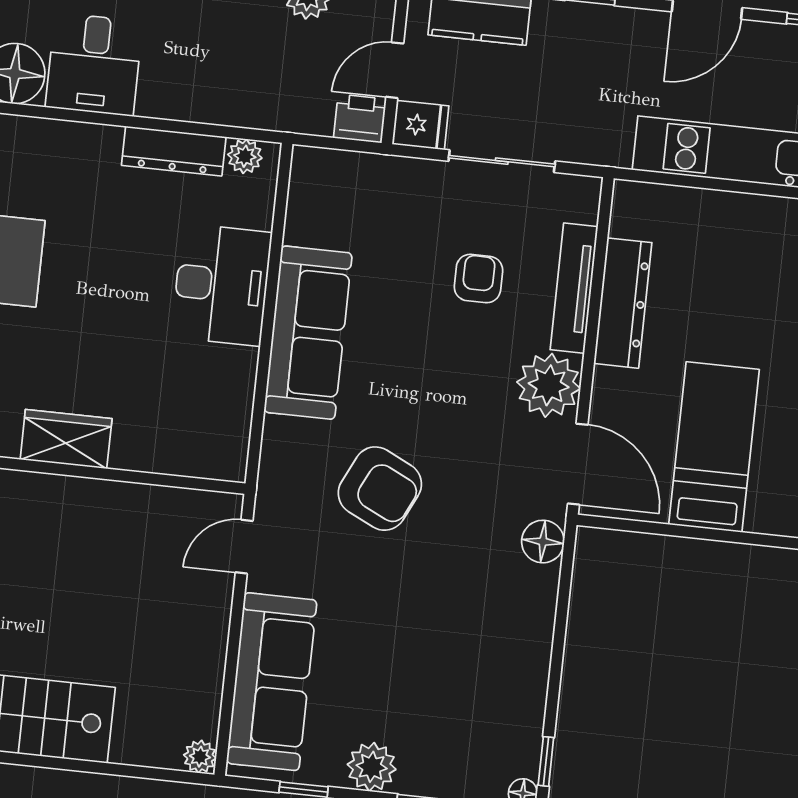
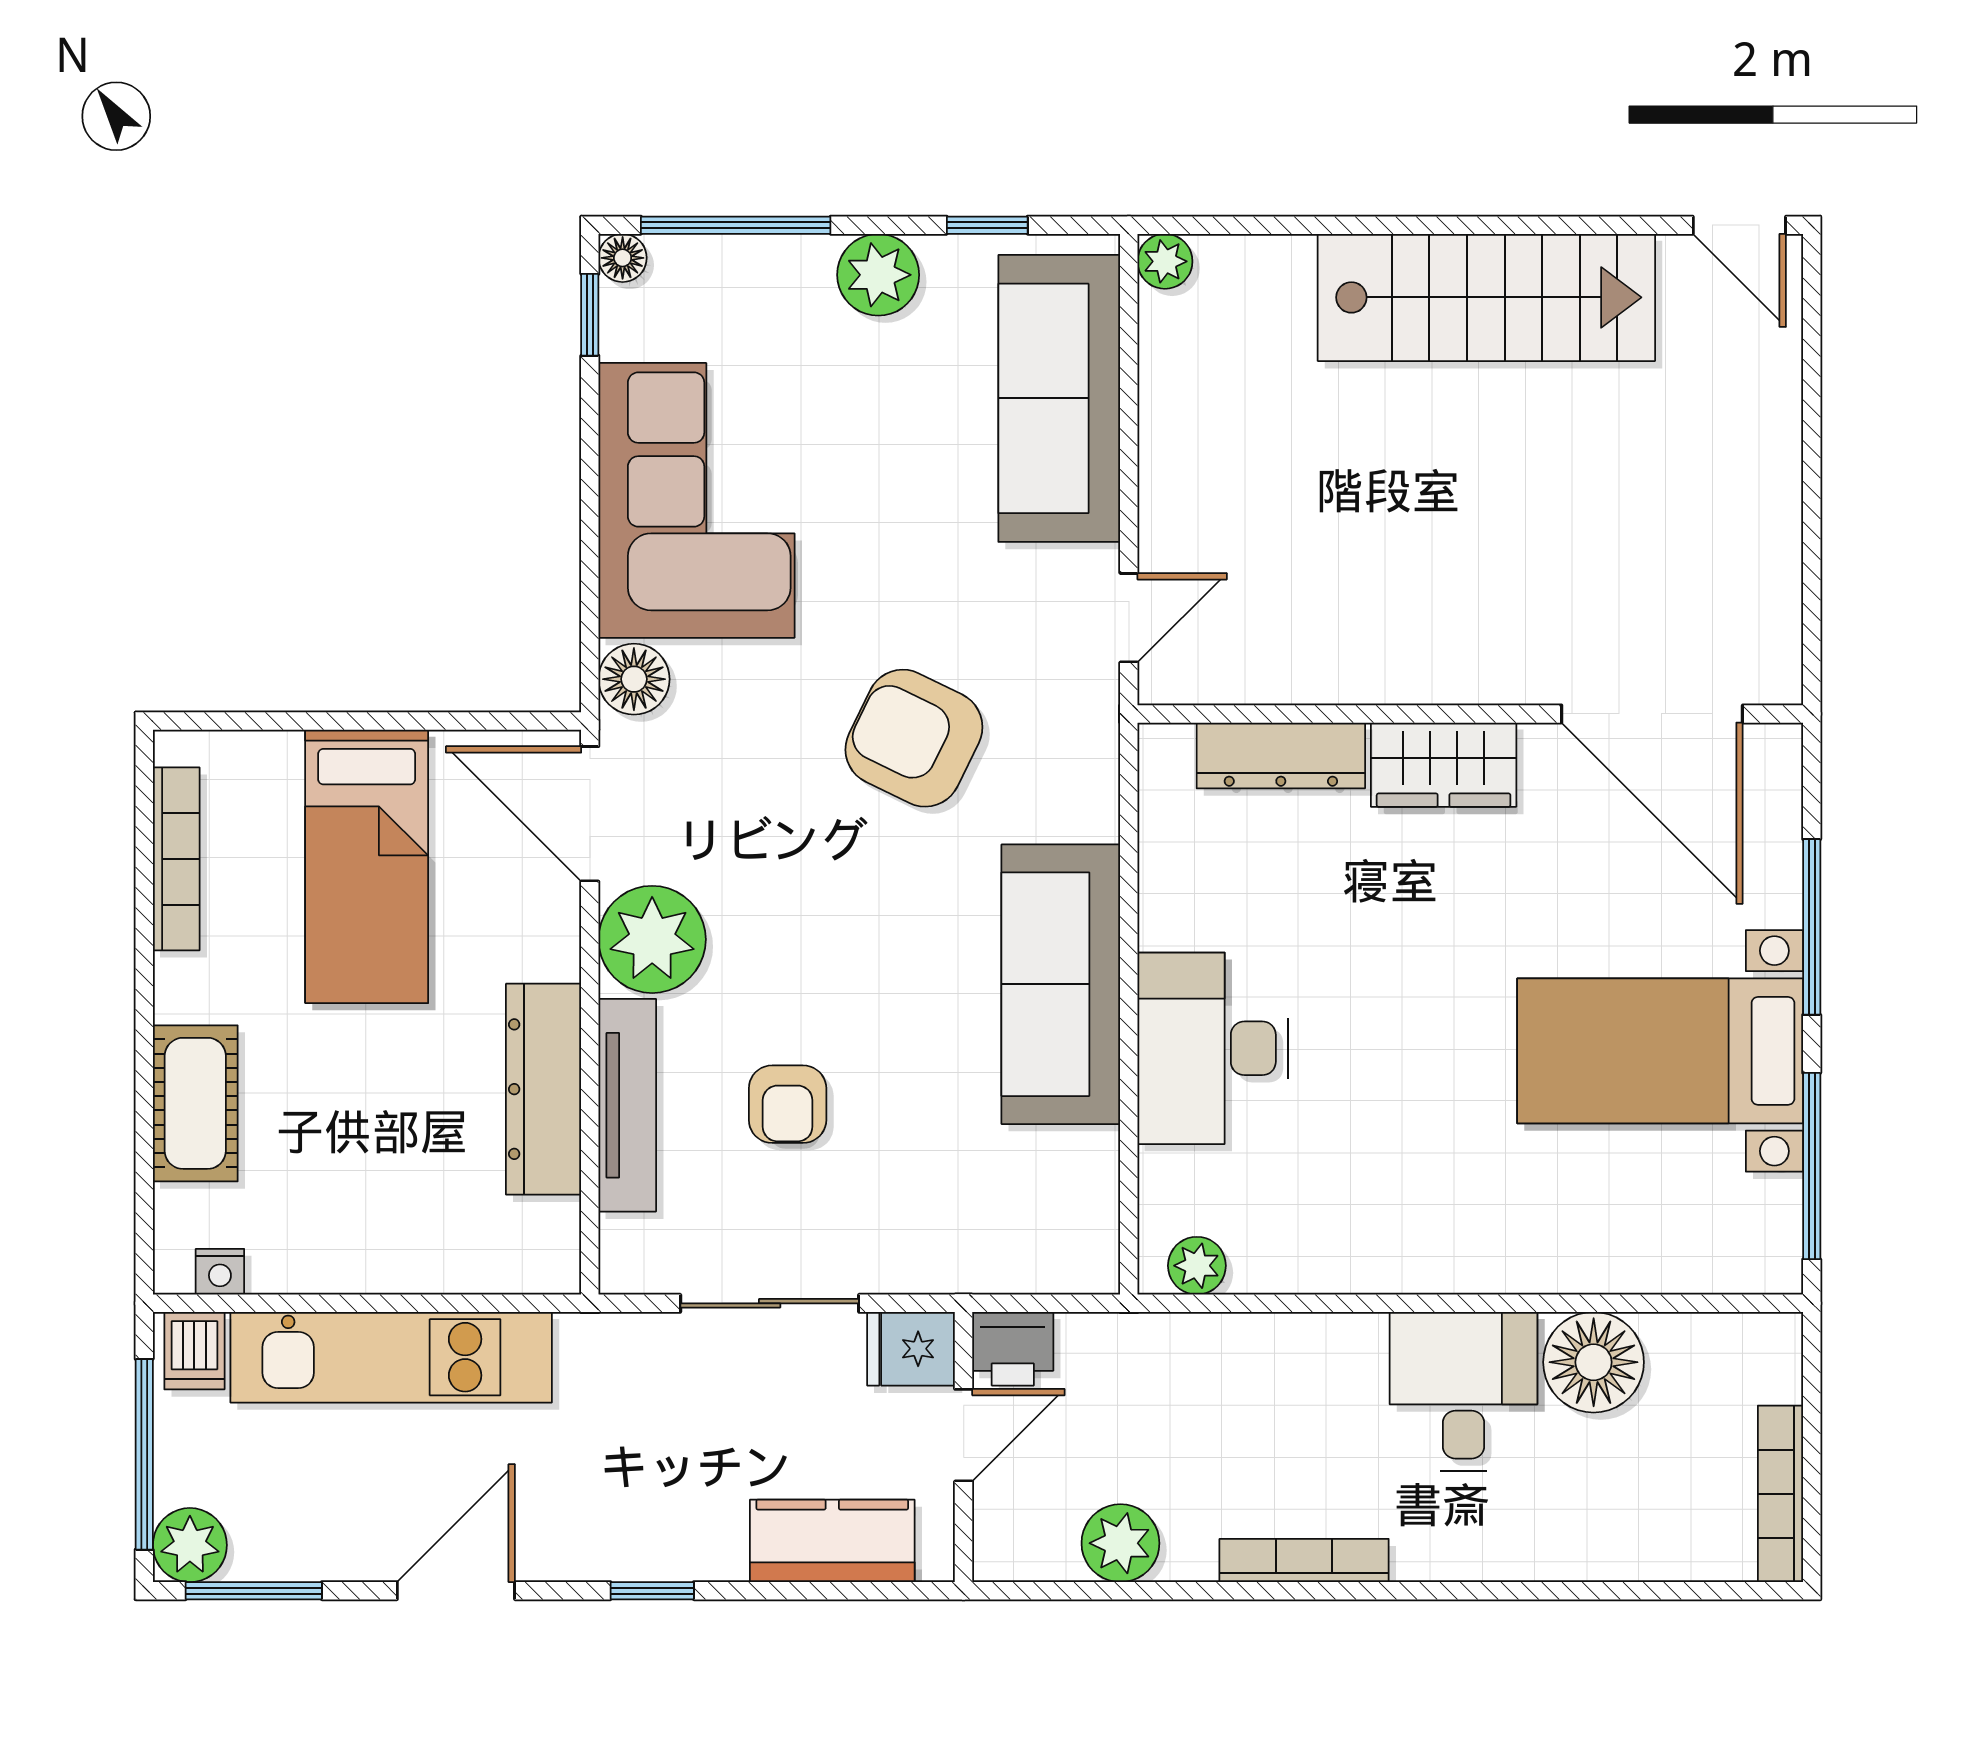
dresser: (174, 151) -> (1281, 755), moved, turned 180
corner sofa: (494, 644) -> (697, 500), added

